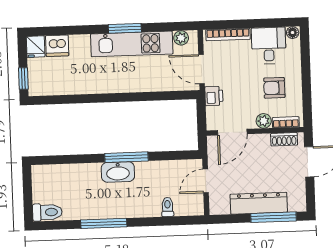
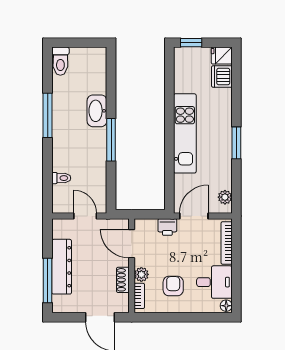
kitchen unit: (132, 44) -> (185, 133), moved, turned 180
shoe rack: (284, 139) -> (123, 280), moved
washbasin: (118, 172) -> (97, 111), moved

